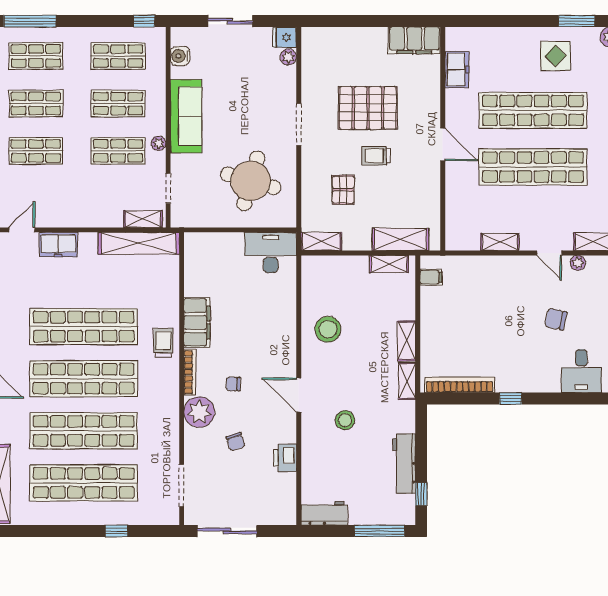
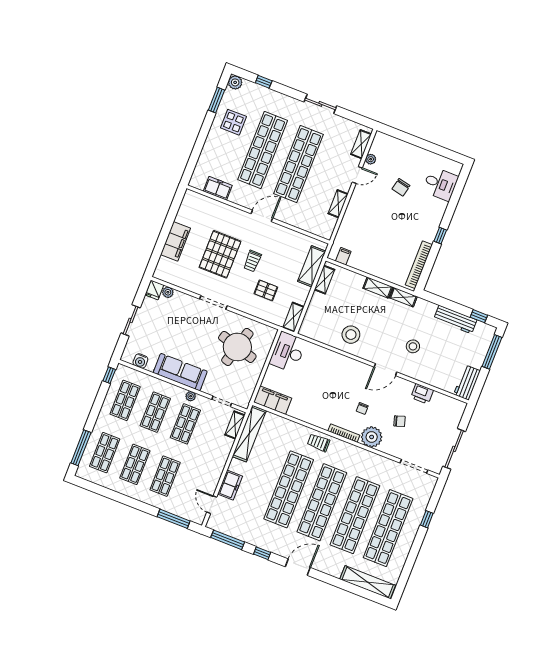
filing cabinet: (414, 40) -> (176, 241), moved
filing cabinet: (197, 322) -> (273, 400), moved

